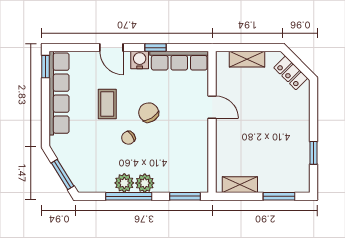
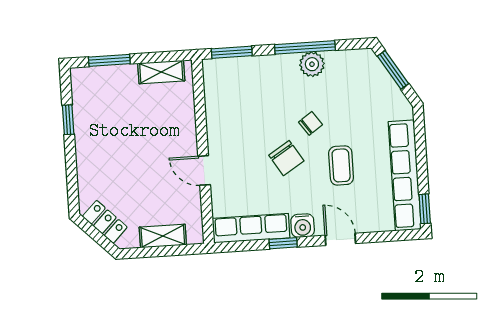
plant: (145, 183) -> (285, 66), removed

